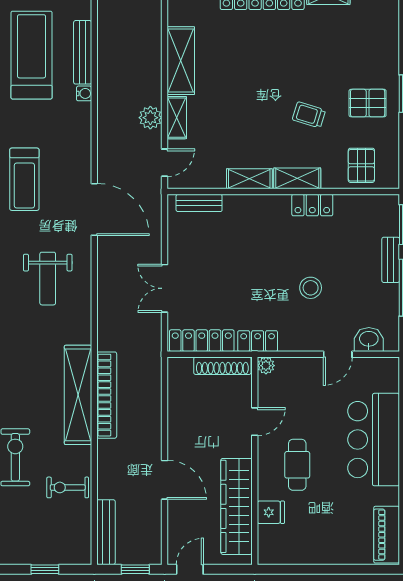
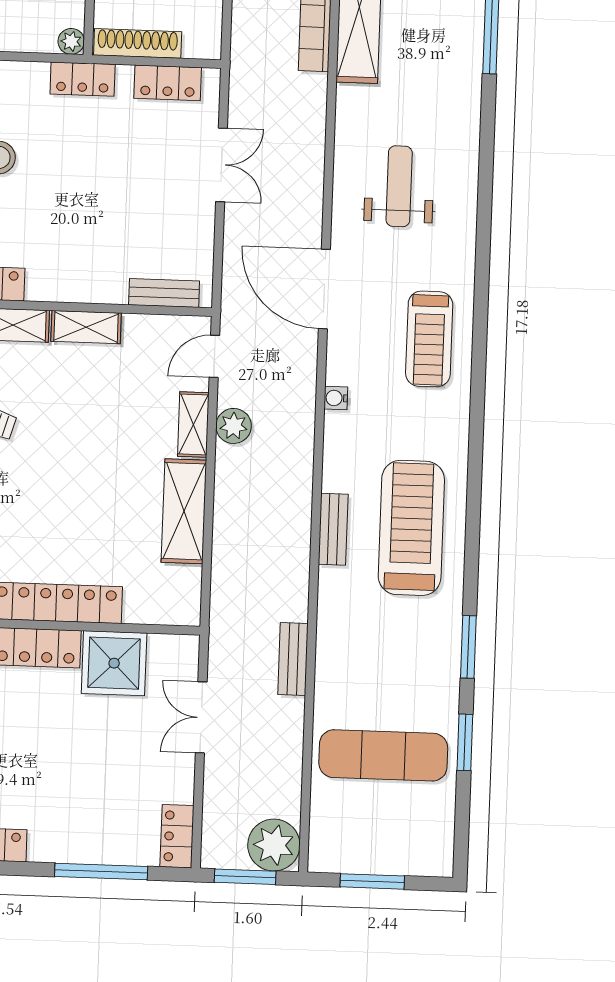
bench: (83, 52) -> (333, 529), width x0.73
treadmill: (32, 55) -> (411, 528), turned 180
water cooler: (84, 93) -> (336, 398), moved
treadmill: (24, 179) -> (429, 339), turned 180
locker: (202, 341) -> (168, 83), width x0.66

